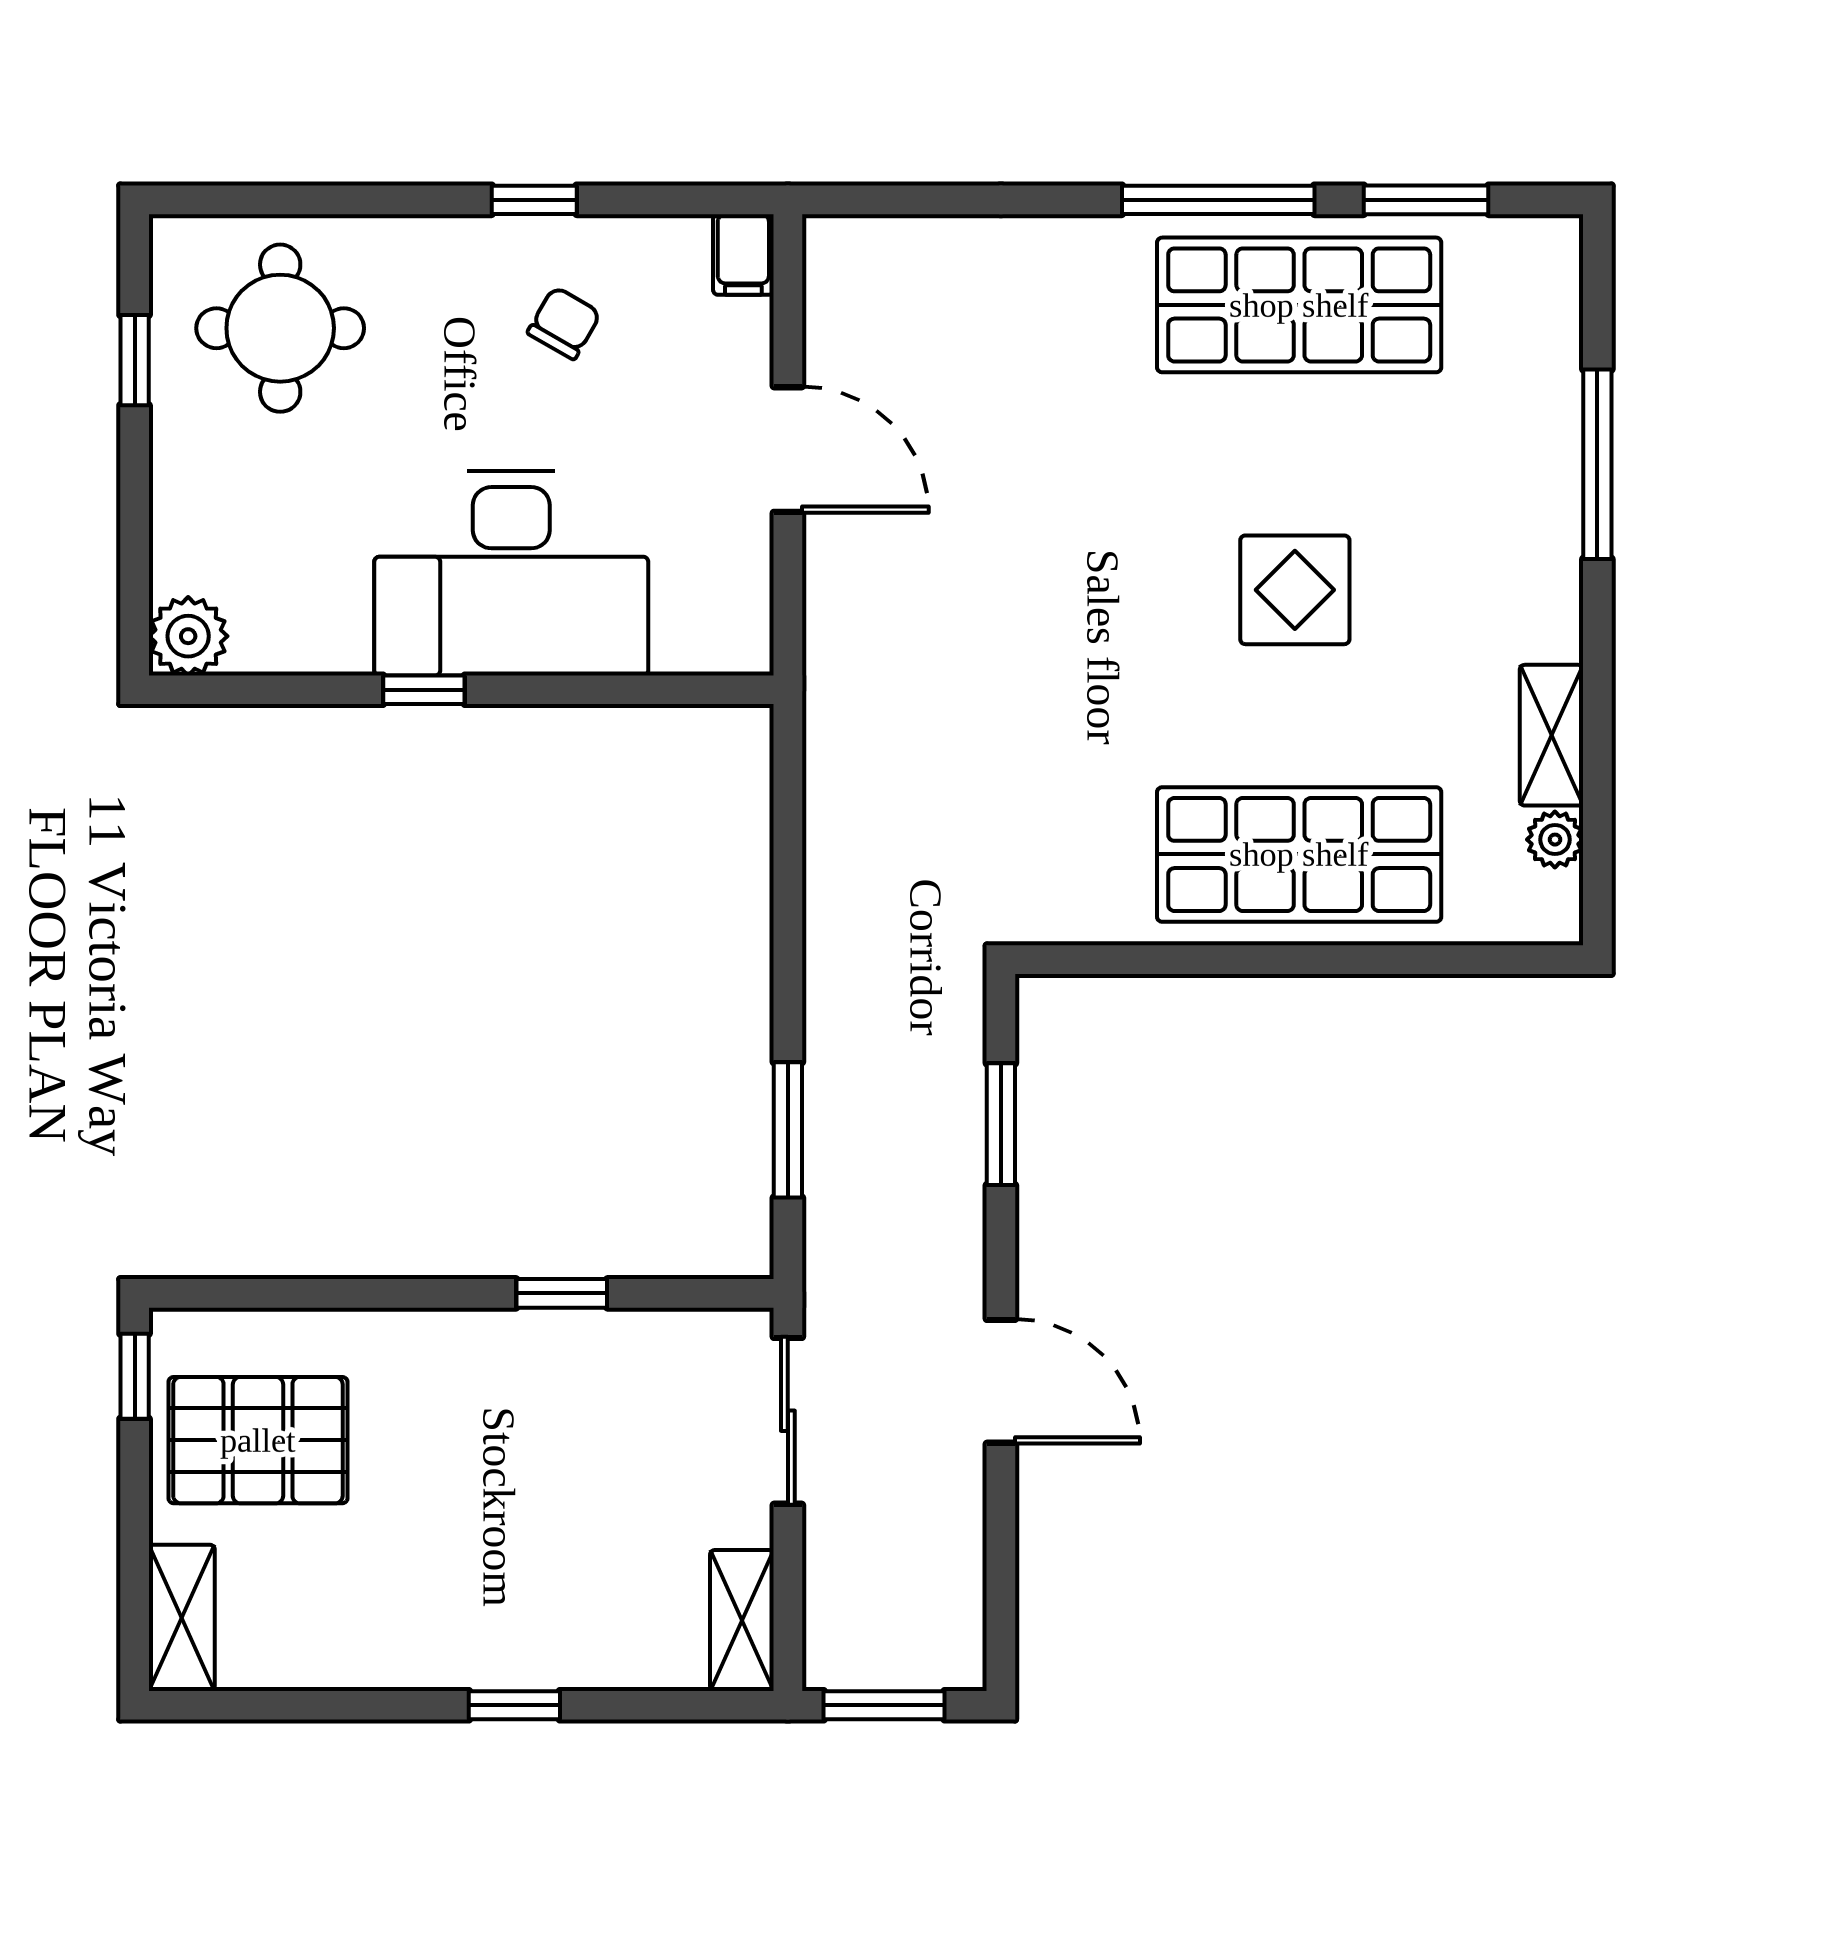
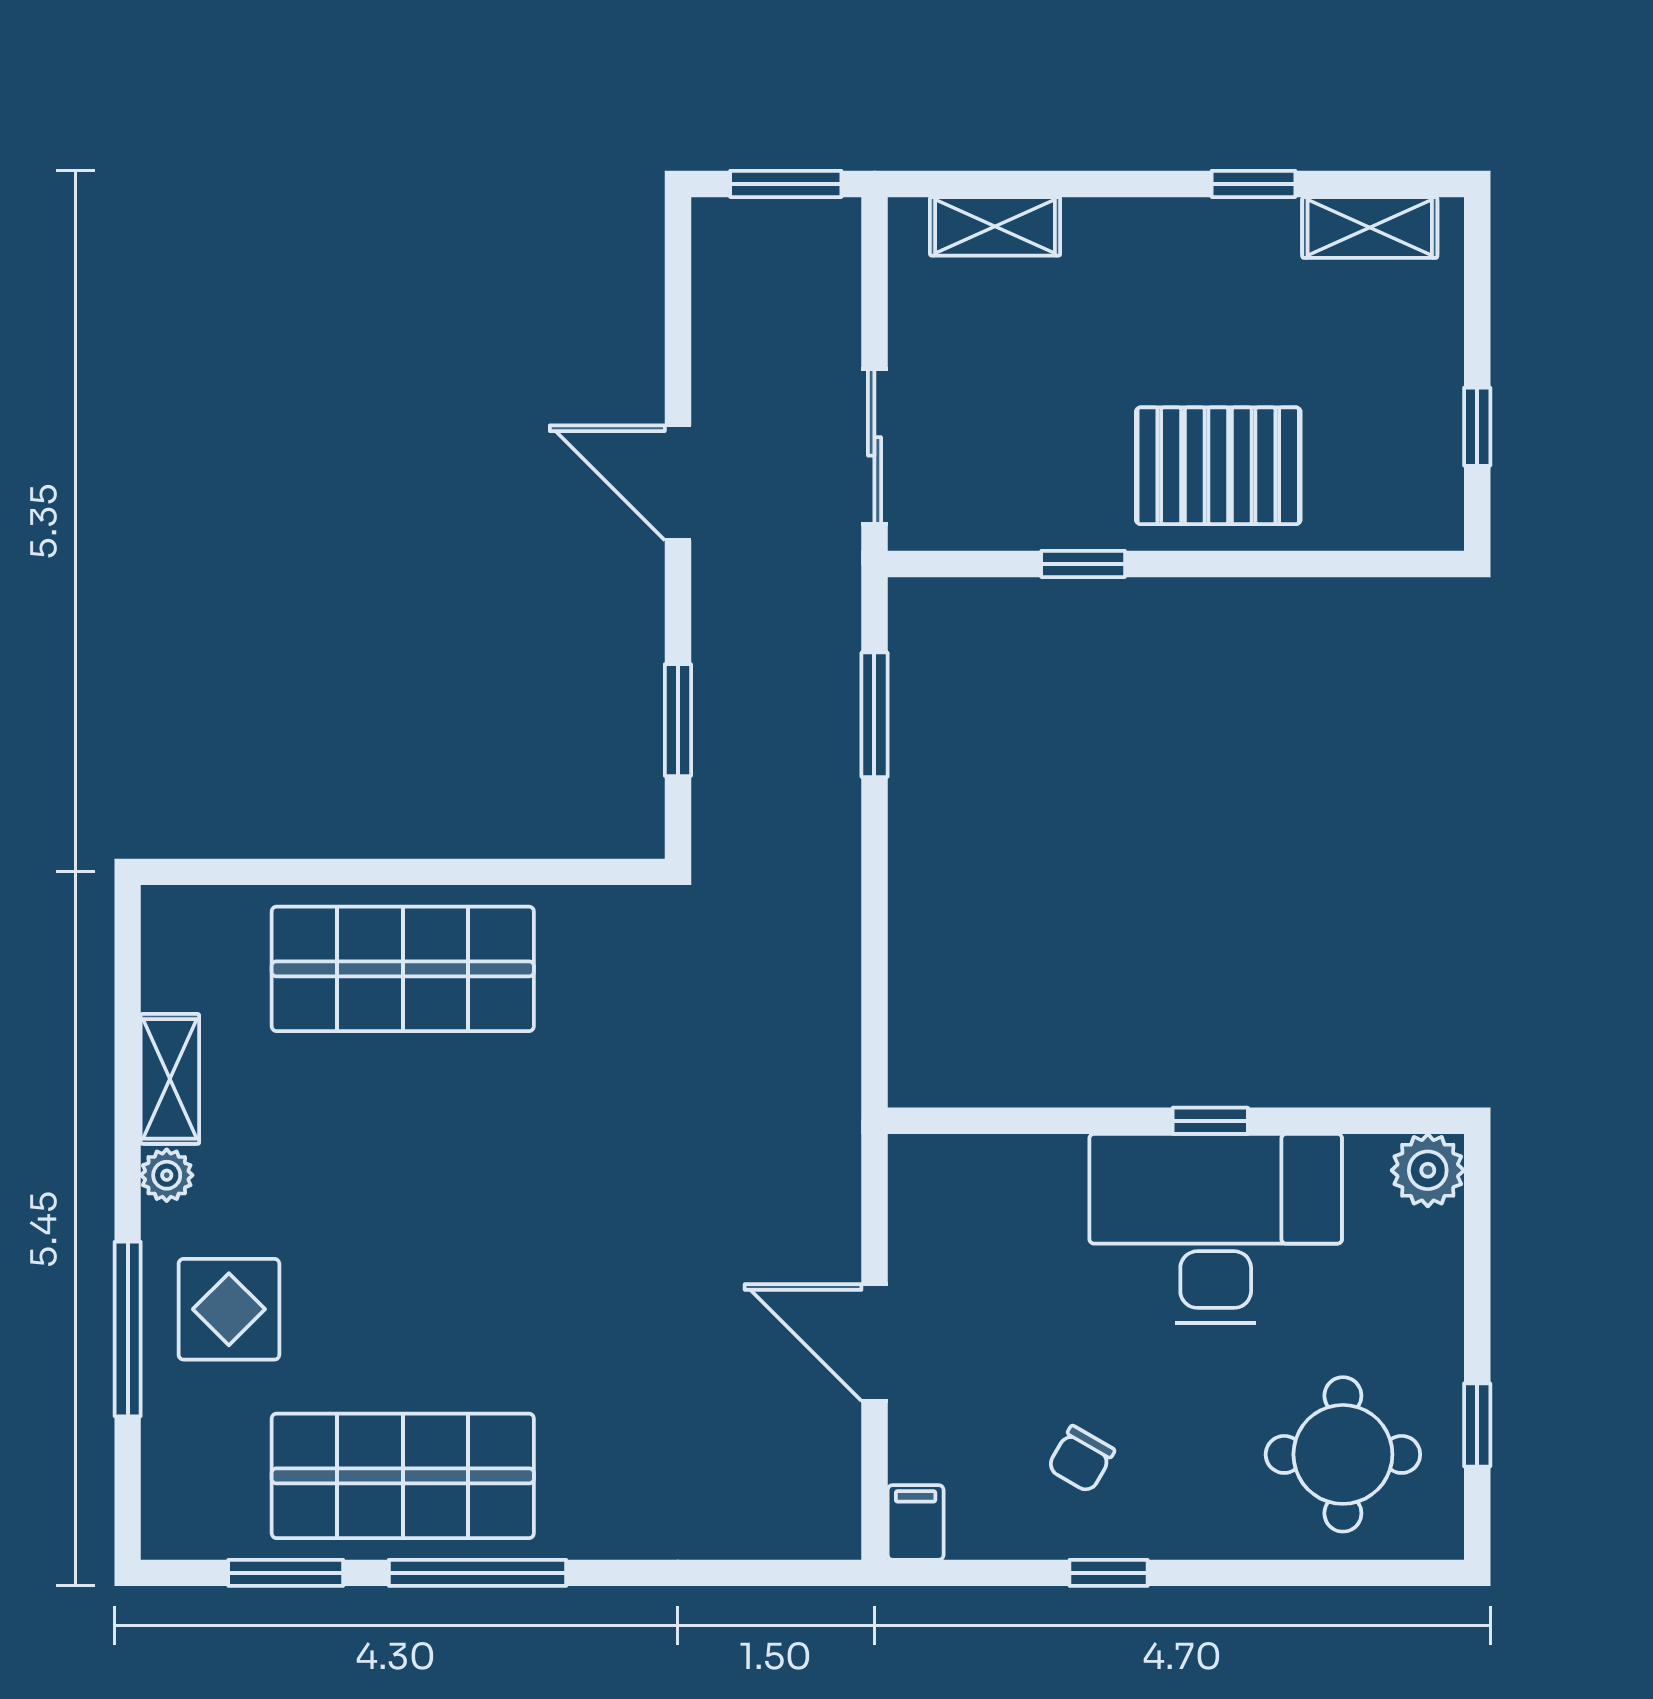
desk: (511, 573) -> (1216, 1229), moved
display table: (1295, 590) -> (229, 1309), moved
plant: (1555, 840) -> (167, 1175), moved
window: (135, 1376) -> (1477, 427), moved
pallet: (258, 1440) -> (1218, 466), moved
shelving: (182, 1618) -> (1370, 227), moved, turned 90
shelving: (742, 1620) -> (995, 226), moved, turned 90
window: (514, 1705) -> (1254, 184), moved

